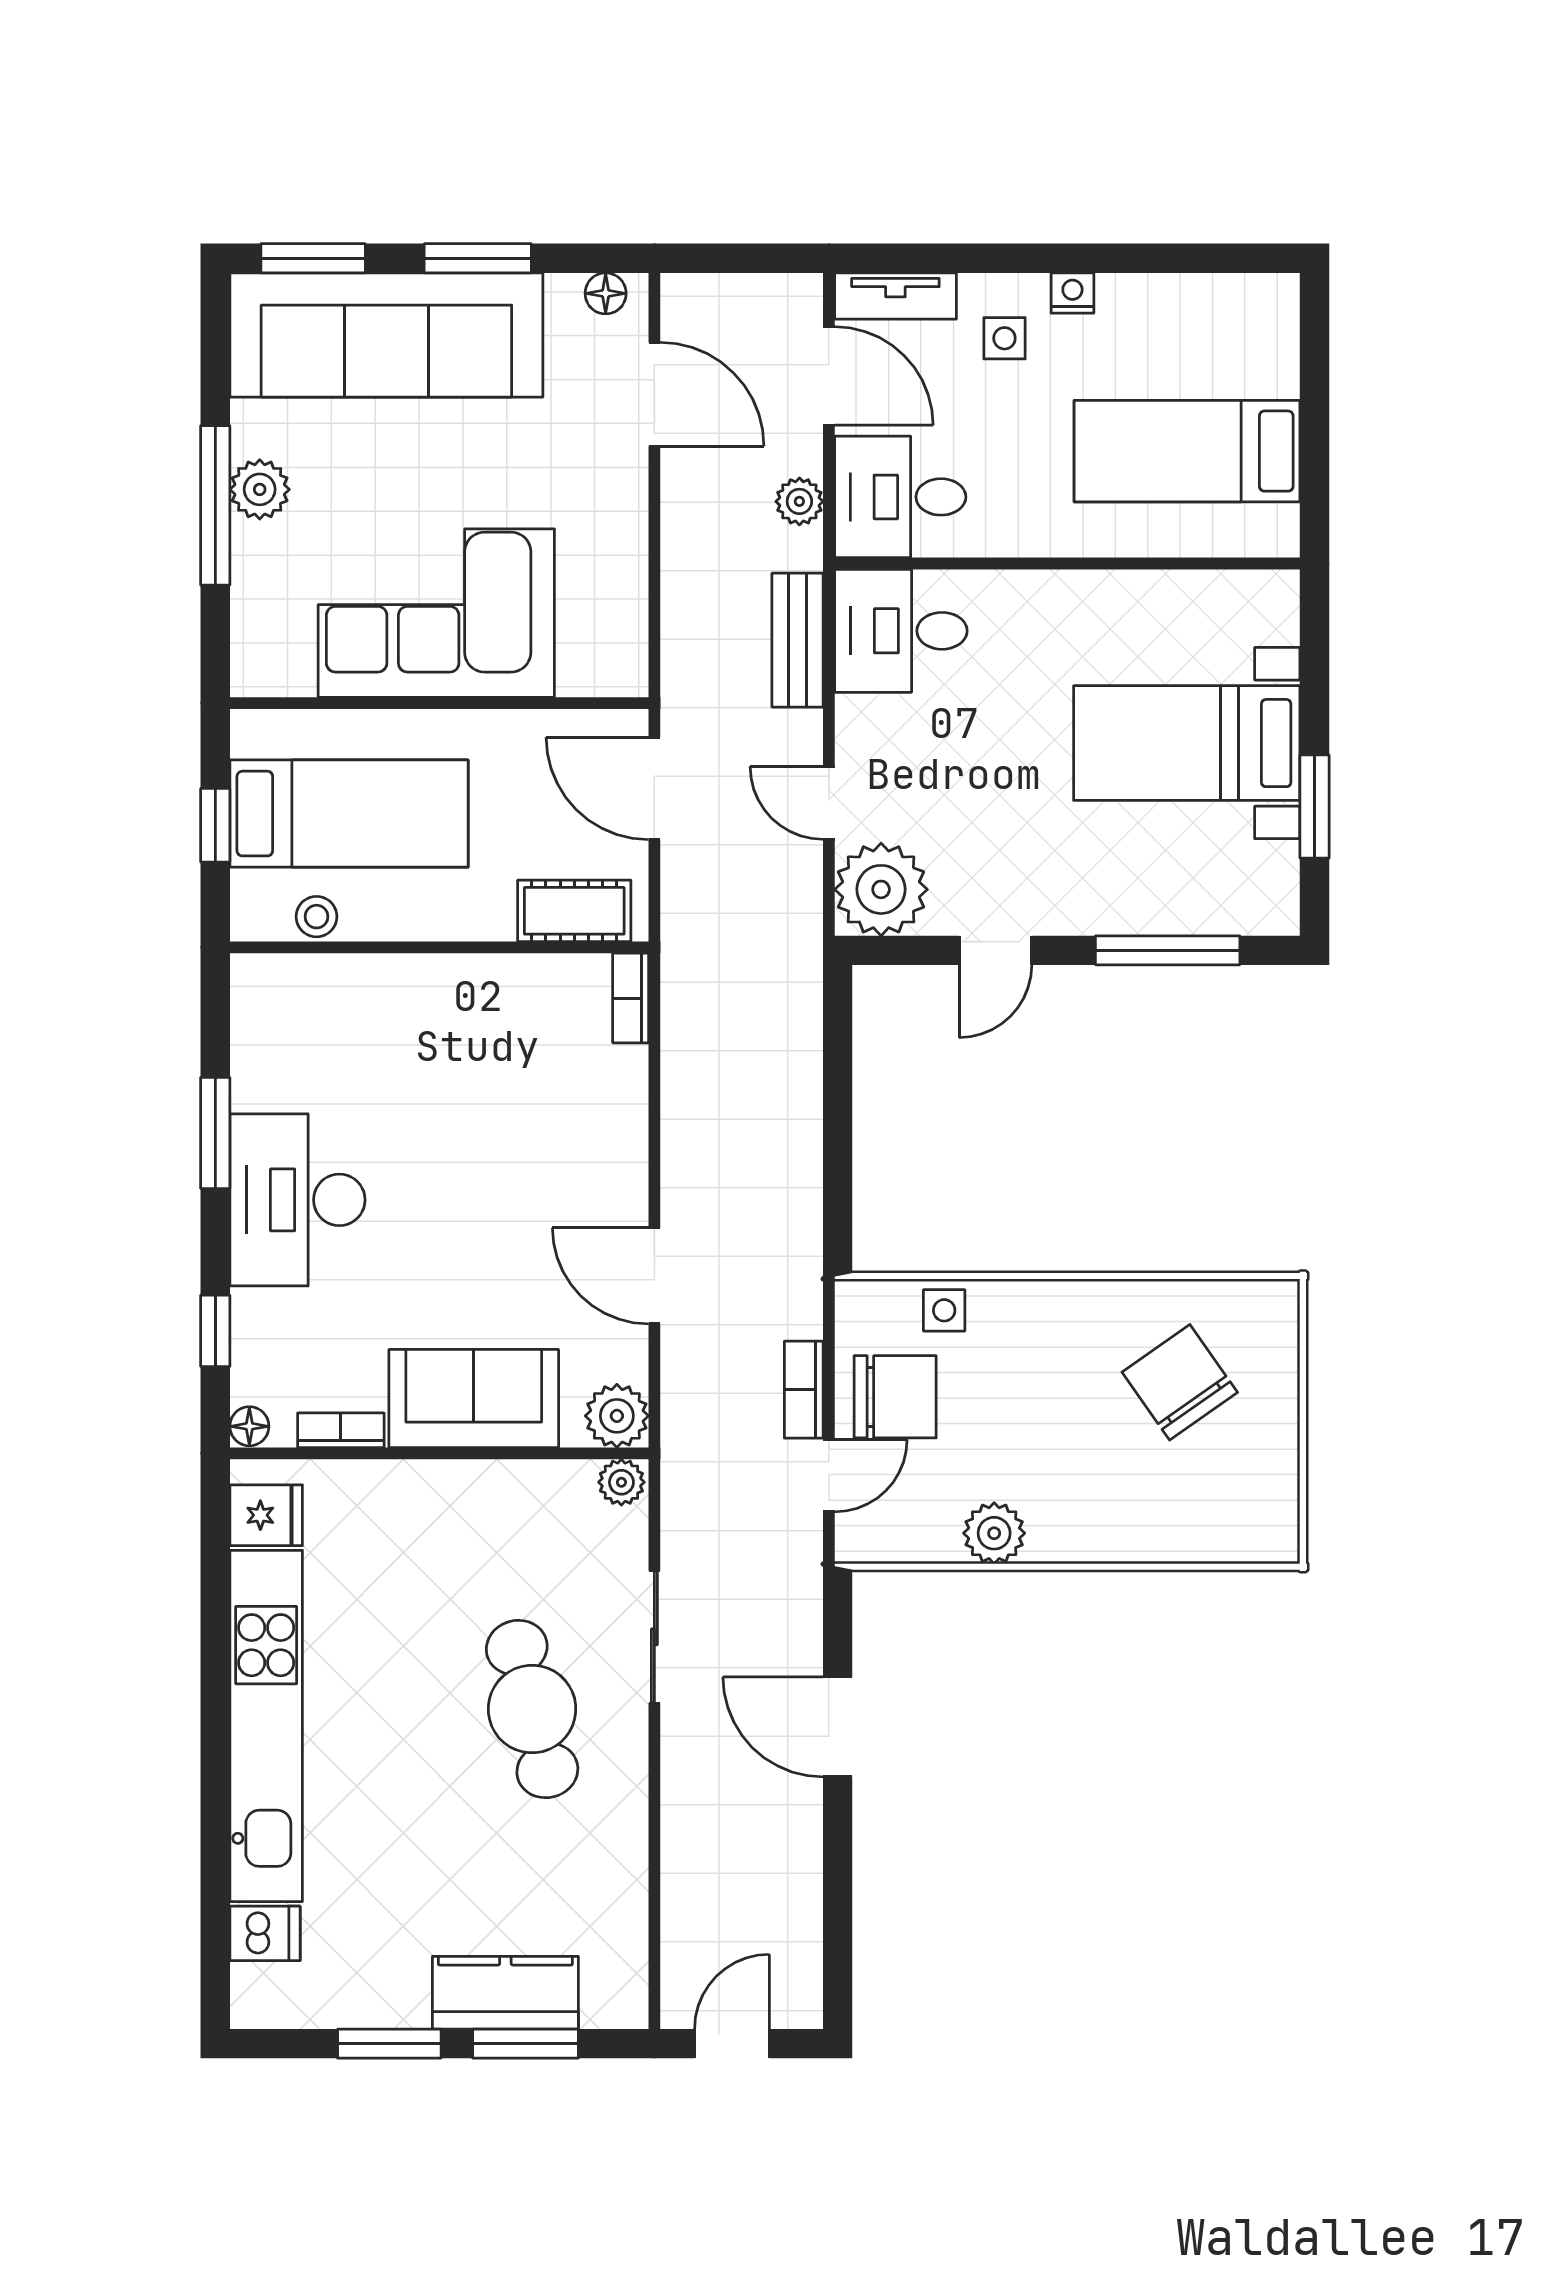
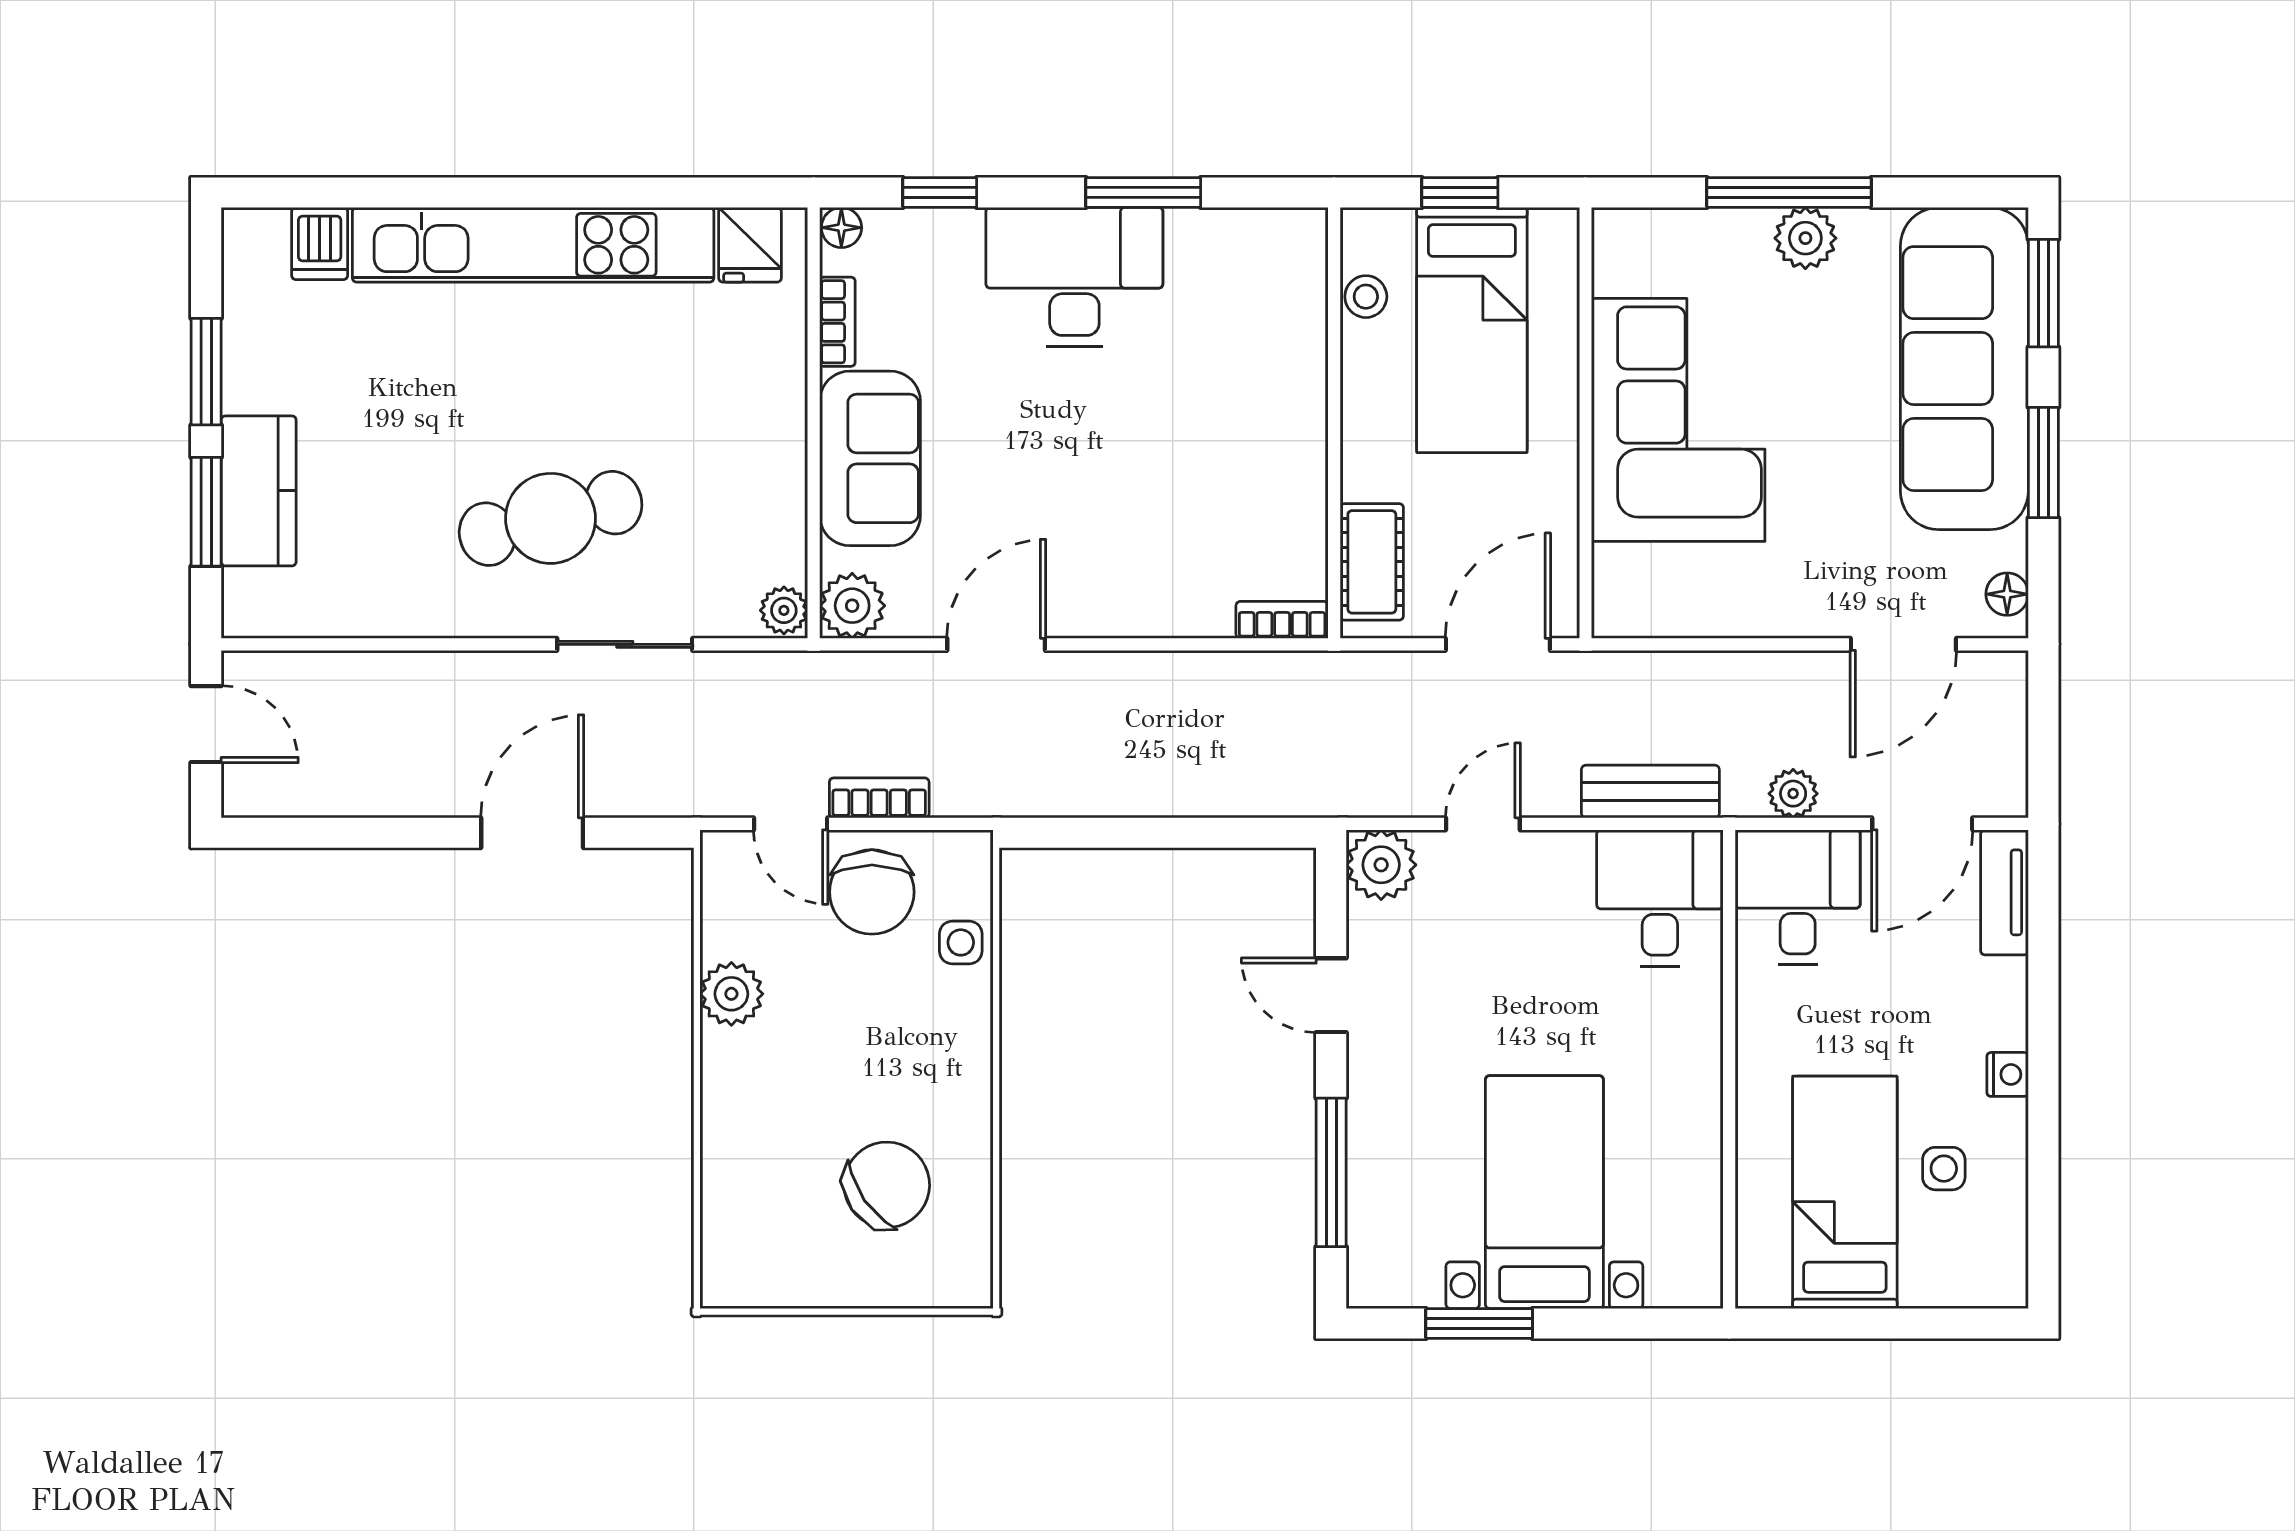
side table: (1004, 338) -> (1944, 1169), moved
plant: (881, 889) -> (1381, 865), width x0.73, depth x0.73

